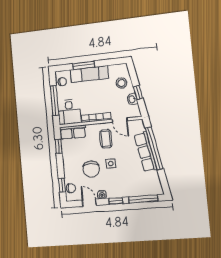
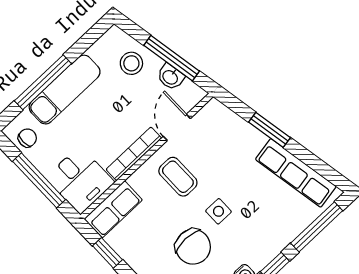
window: (84, 65) -> (43, 82), width x1.44
window: (138, 92) -> (172, 58), width x2.17
door: (120, 120) -> (177, 127), swing flipped
window: (154, 148) -> (270, 130), width x0.47
row of seats: (145, 152) -> (296, 173), moved

